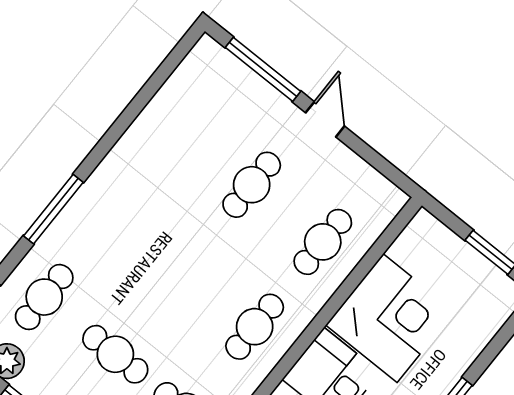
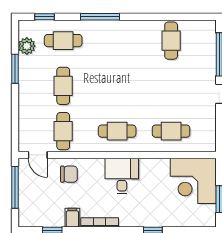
cafe table: (252, 185) -> (171, 41), moved, turned 90
corner desk: (390, 318) -> (193, 181), moved, turned 90

